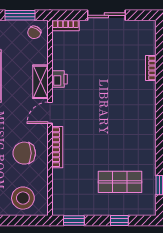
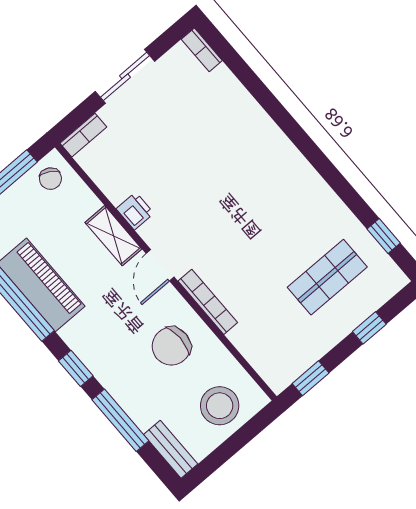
bookcase: (151, 68) -> (202, 50), moved

